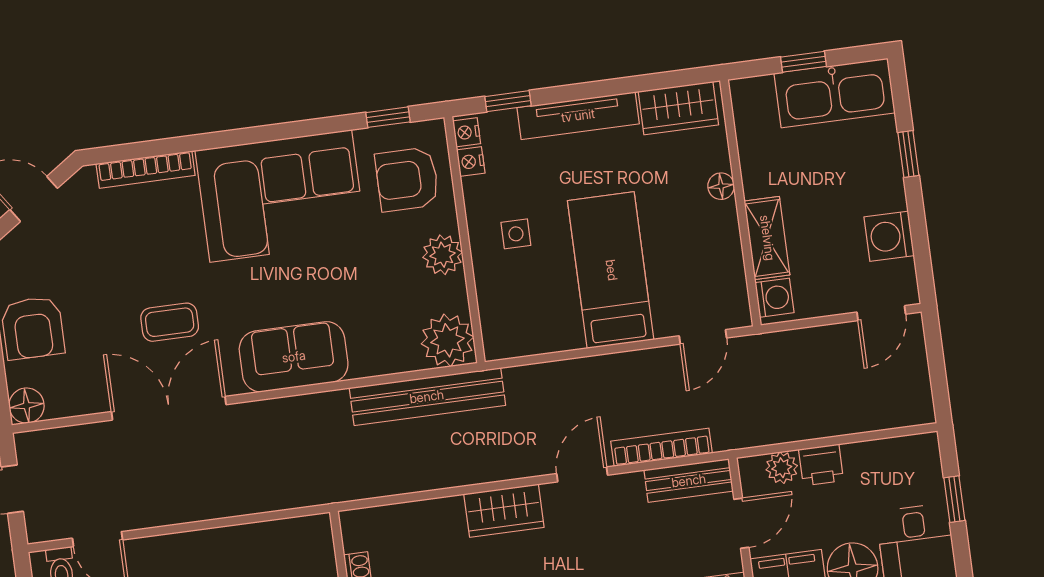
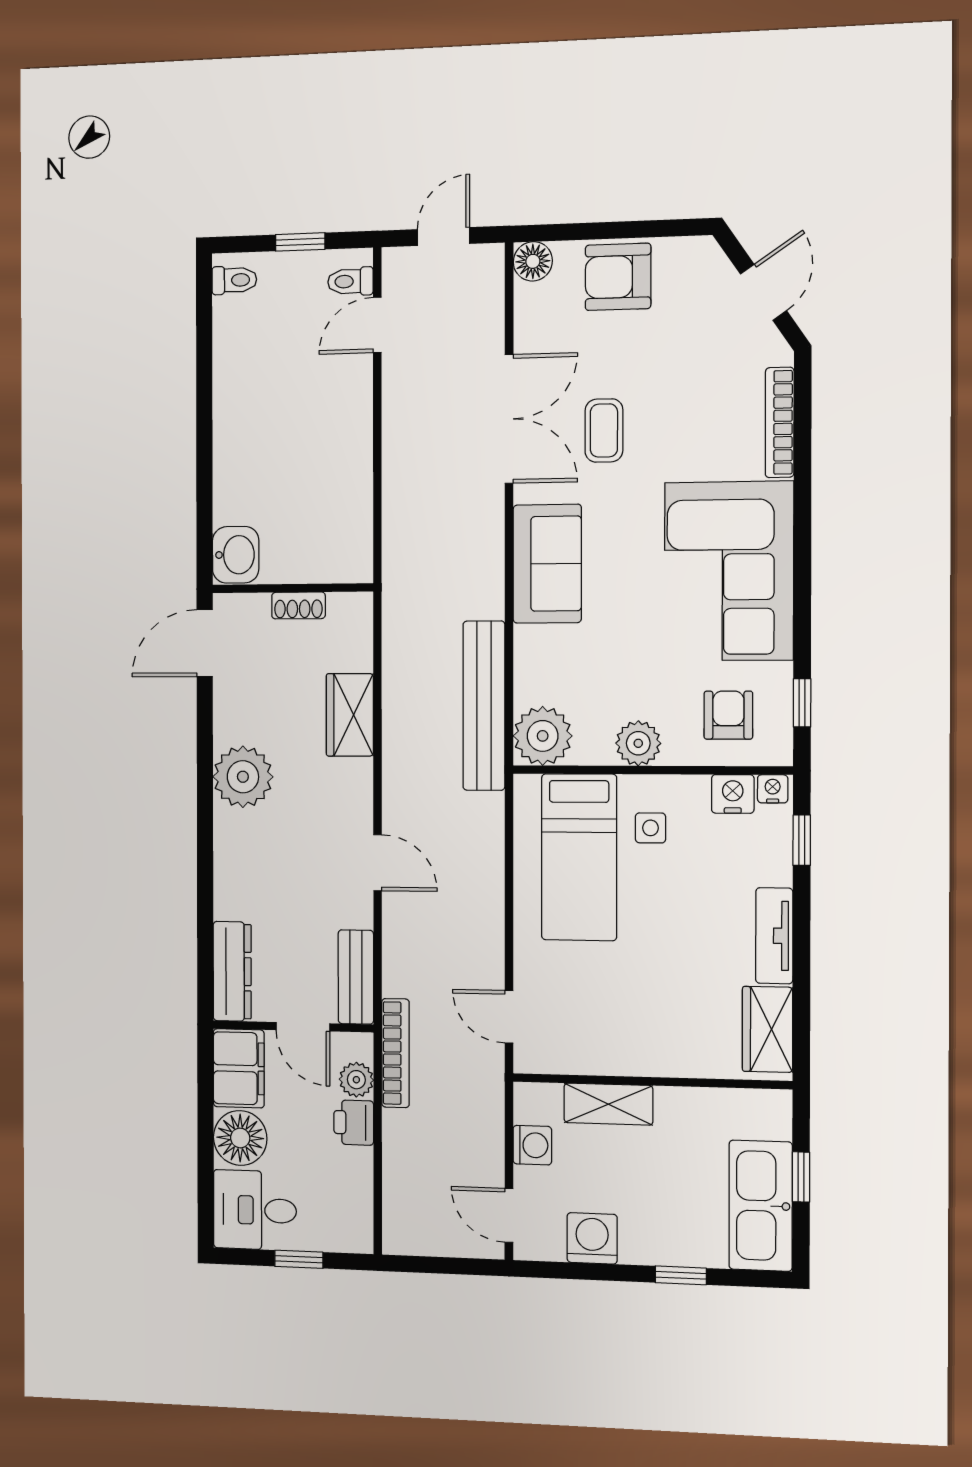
tv unit: (578, 116) -> (774, 936), width x0.71
nightstand: (471, 162) -> (733, 794), width x1.39, depth x1.35
armchair: (407, 179) -> (728, 715), width x0.72, depth x0.72
floor lamp: (721, 186) -> (673, 1063), removed
bed: (611, 270) -> (579, 857), moved, turned 90
washing machine: (774, 298) -> (532, 1145), moved, turned -90
bookcase: (661, 447) -> (395, 1053), moved
wardrobe: (504, 511) -> (350, 715), moved

